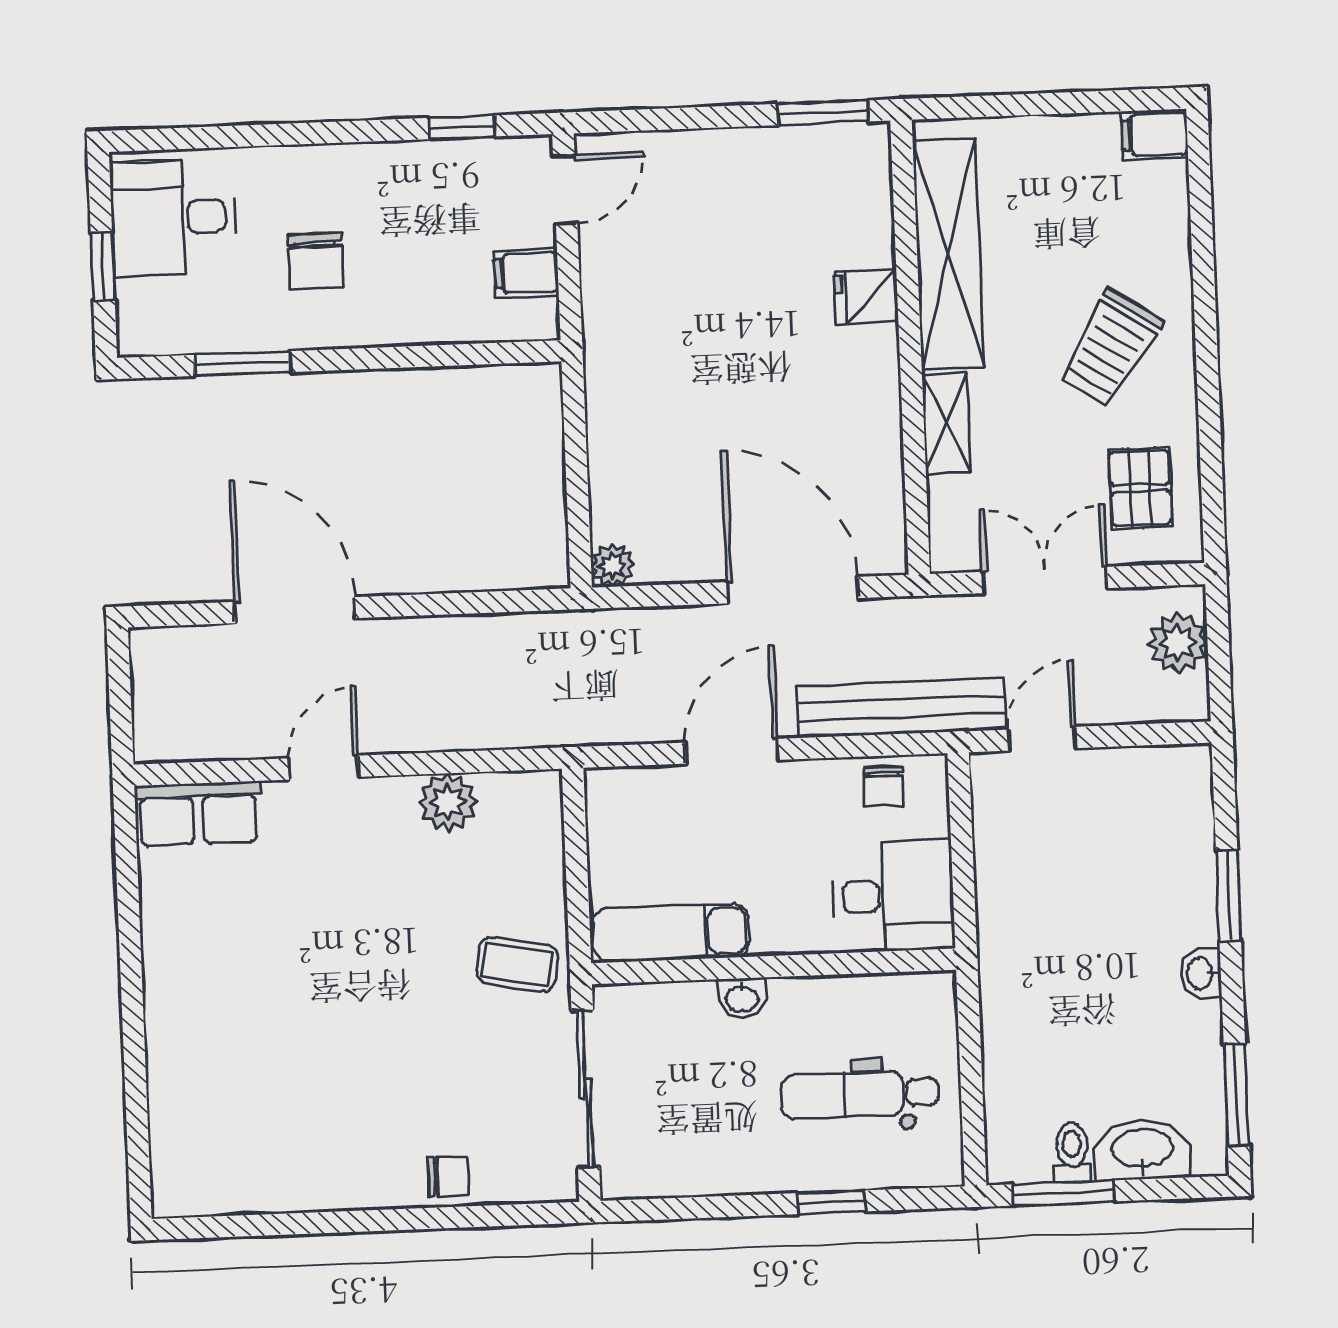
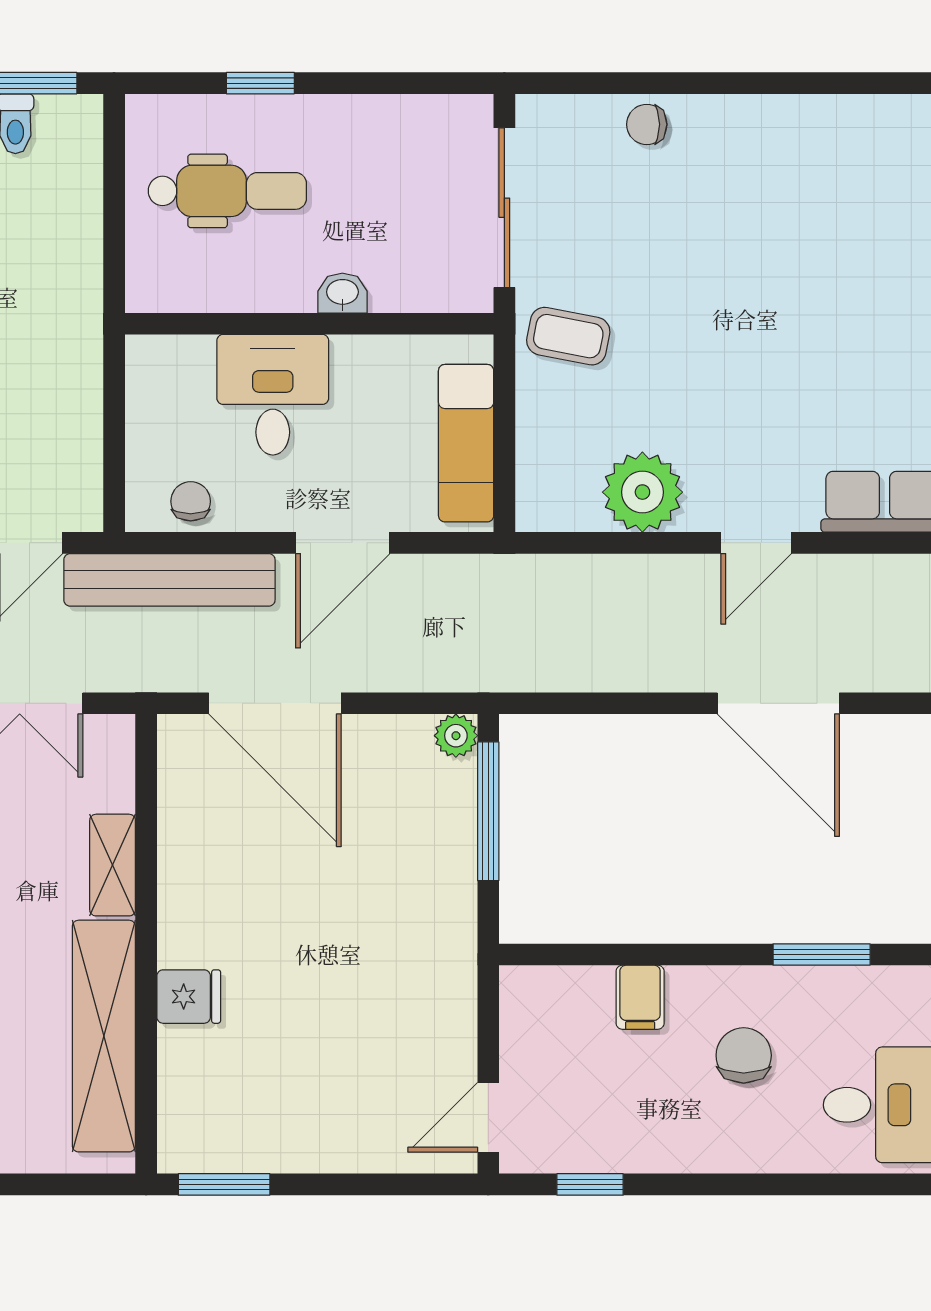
filing cabinet: (526, 273) -> (640, 997), moved, turned 90
window: (577, 492) -> (488, 811), added
plant: (448, 802) -> (642, 492), width x1.36, depth x1.36
desk: (894, 896) -> (273, 395), moved, turned 90
exam couch: (671, 933) -> (466, 443), moved, turned 90

